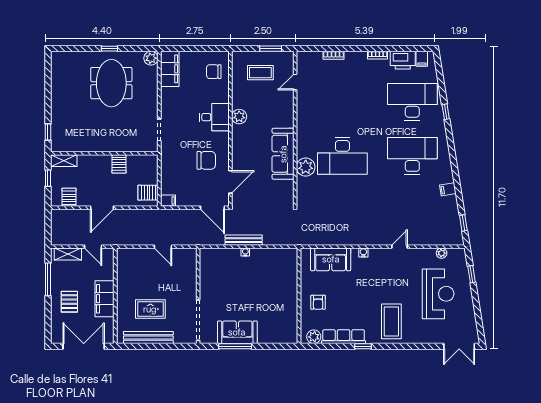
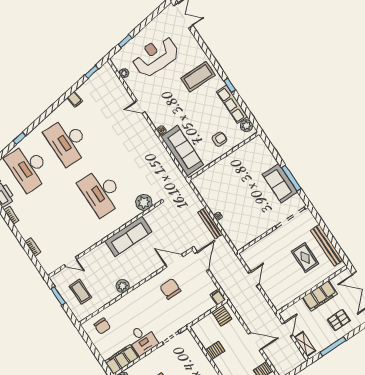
desk: (214, 117) -> (142, 340), moved, turned 180
desk: (342, 156) -> (101, 192), turned 180
plant: (306, 167) -> (144, 202), moved
sofa: (331, 259) -> (182, 151), width x1.36

